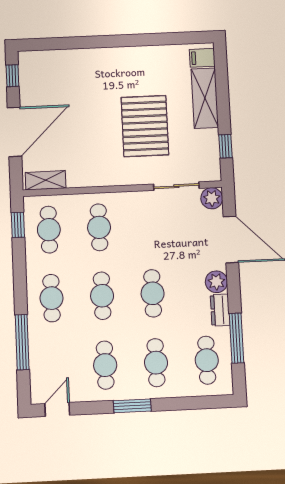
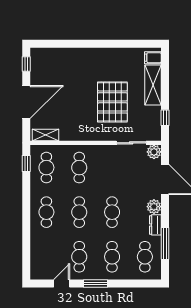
window: (22, 342) -> (26, 240), removed
door: (57, 409) -> (62, 283), moved

